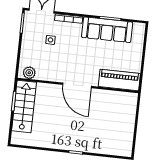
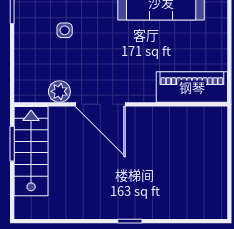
plant: (29, 73) -> (59, 91), moved
door: (77, 85) -> (100, 104), moved

